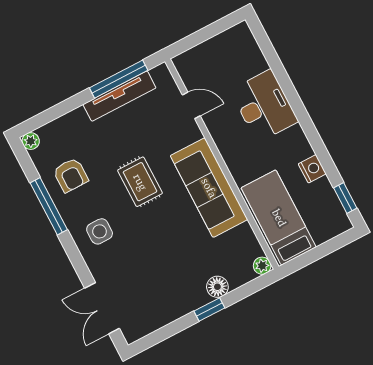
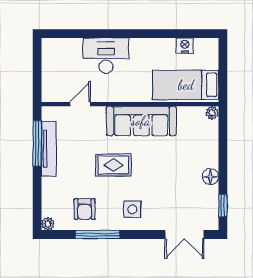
nightstand: (312, 169) -> (185, 45), moved
armchair: (71, 175) -> (85, 209), turned 90
window: (345, 198) -> (196, 34), removed
floor lamp: (217, 287) -> (210, 177), moved
window: (209, 309) -> (223, 205), moved

